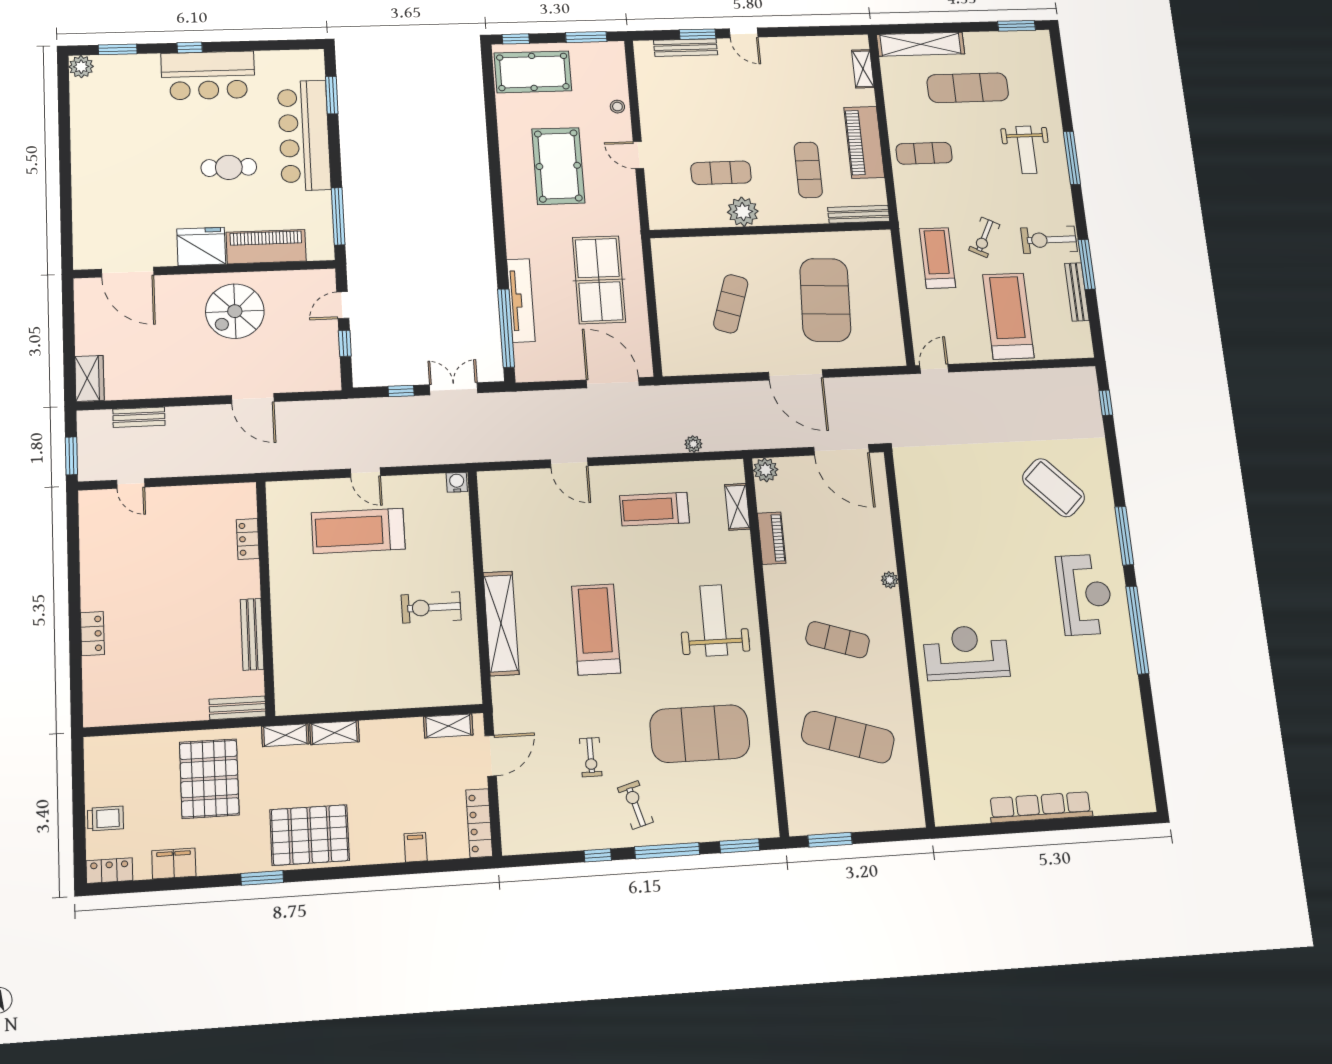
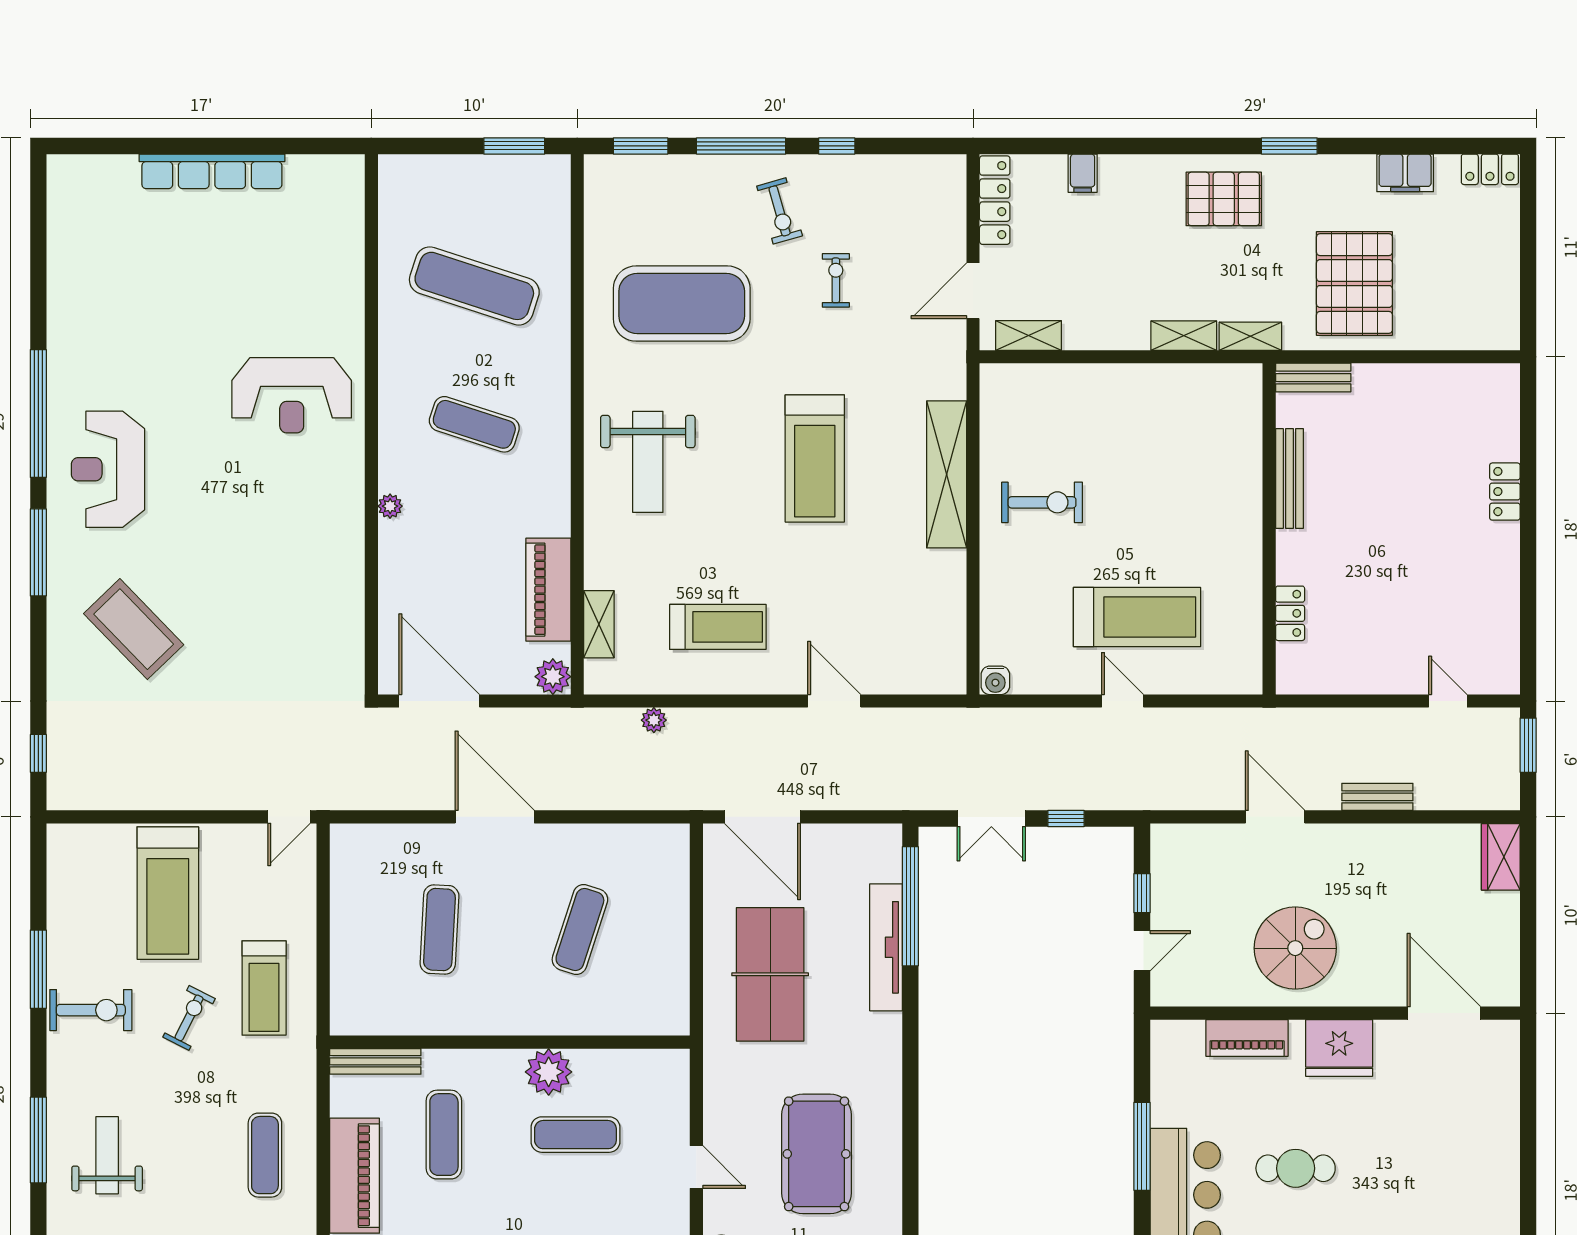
exercise mat: (924, 153) -> (265, 1155), turned 90
window: (338, 216) -> (1142, 1146), moved
piano: (266, 247) -> (1247, 1038), width x0.73, depth x0.75
bench: (1077, 292) -> (59, 926), removed
exercise mat: (825, 300) -> (439, 930), width x0.50, depth x0.69
bench: (139, 417) -> (1377, 797), moved
piano: (772, 538) -> (548, 590), width x1.37, depth x1.33
trolley: (105, 819) -> (1493, 239), removed
pallet: (310, 835) -> (1224, 199), width x0.73, depth x0.71

